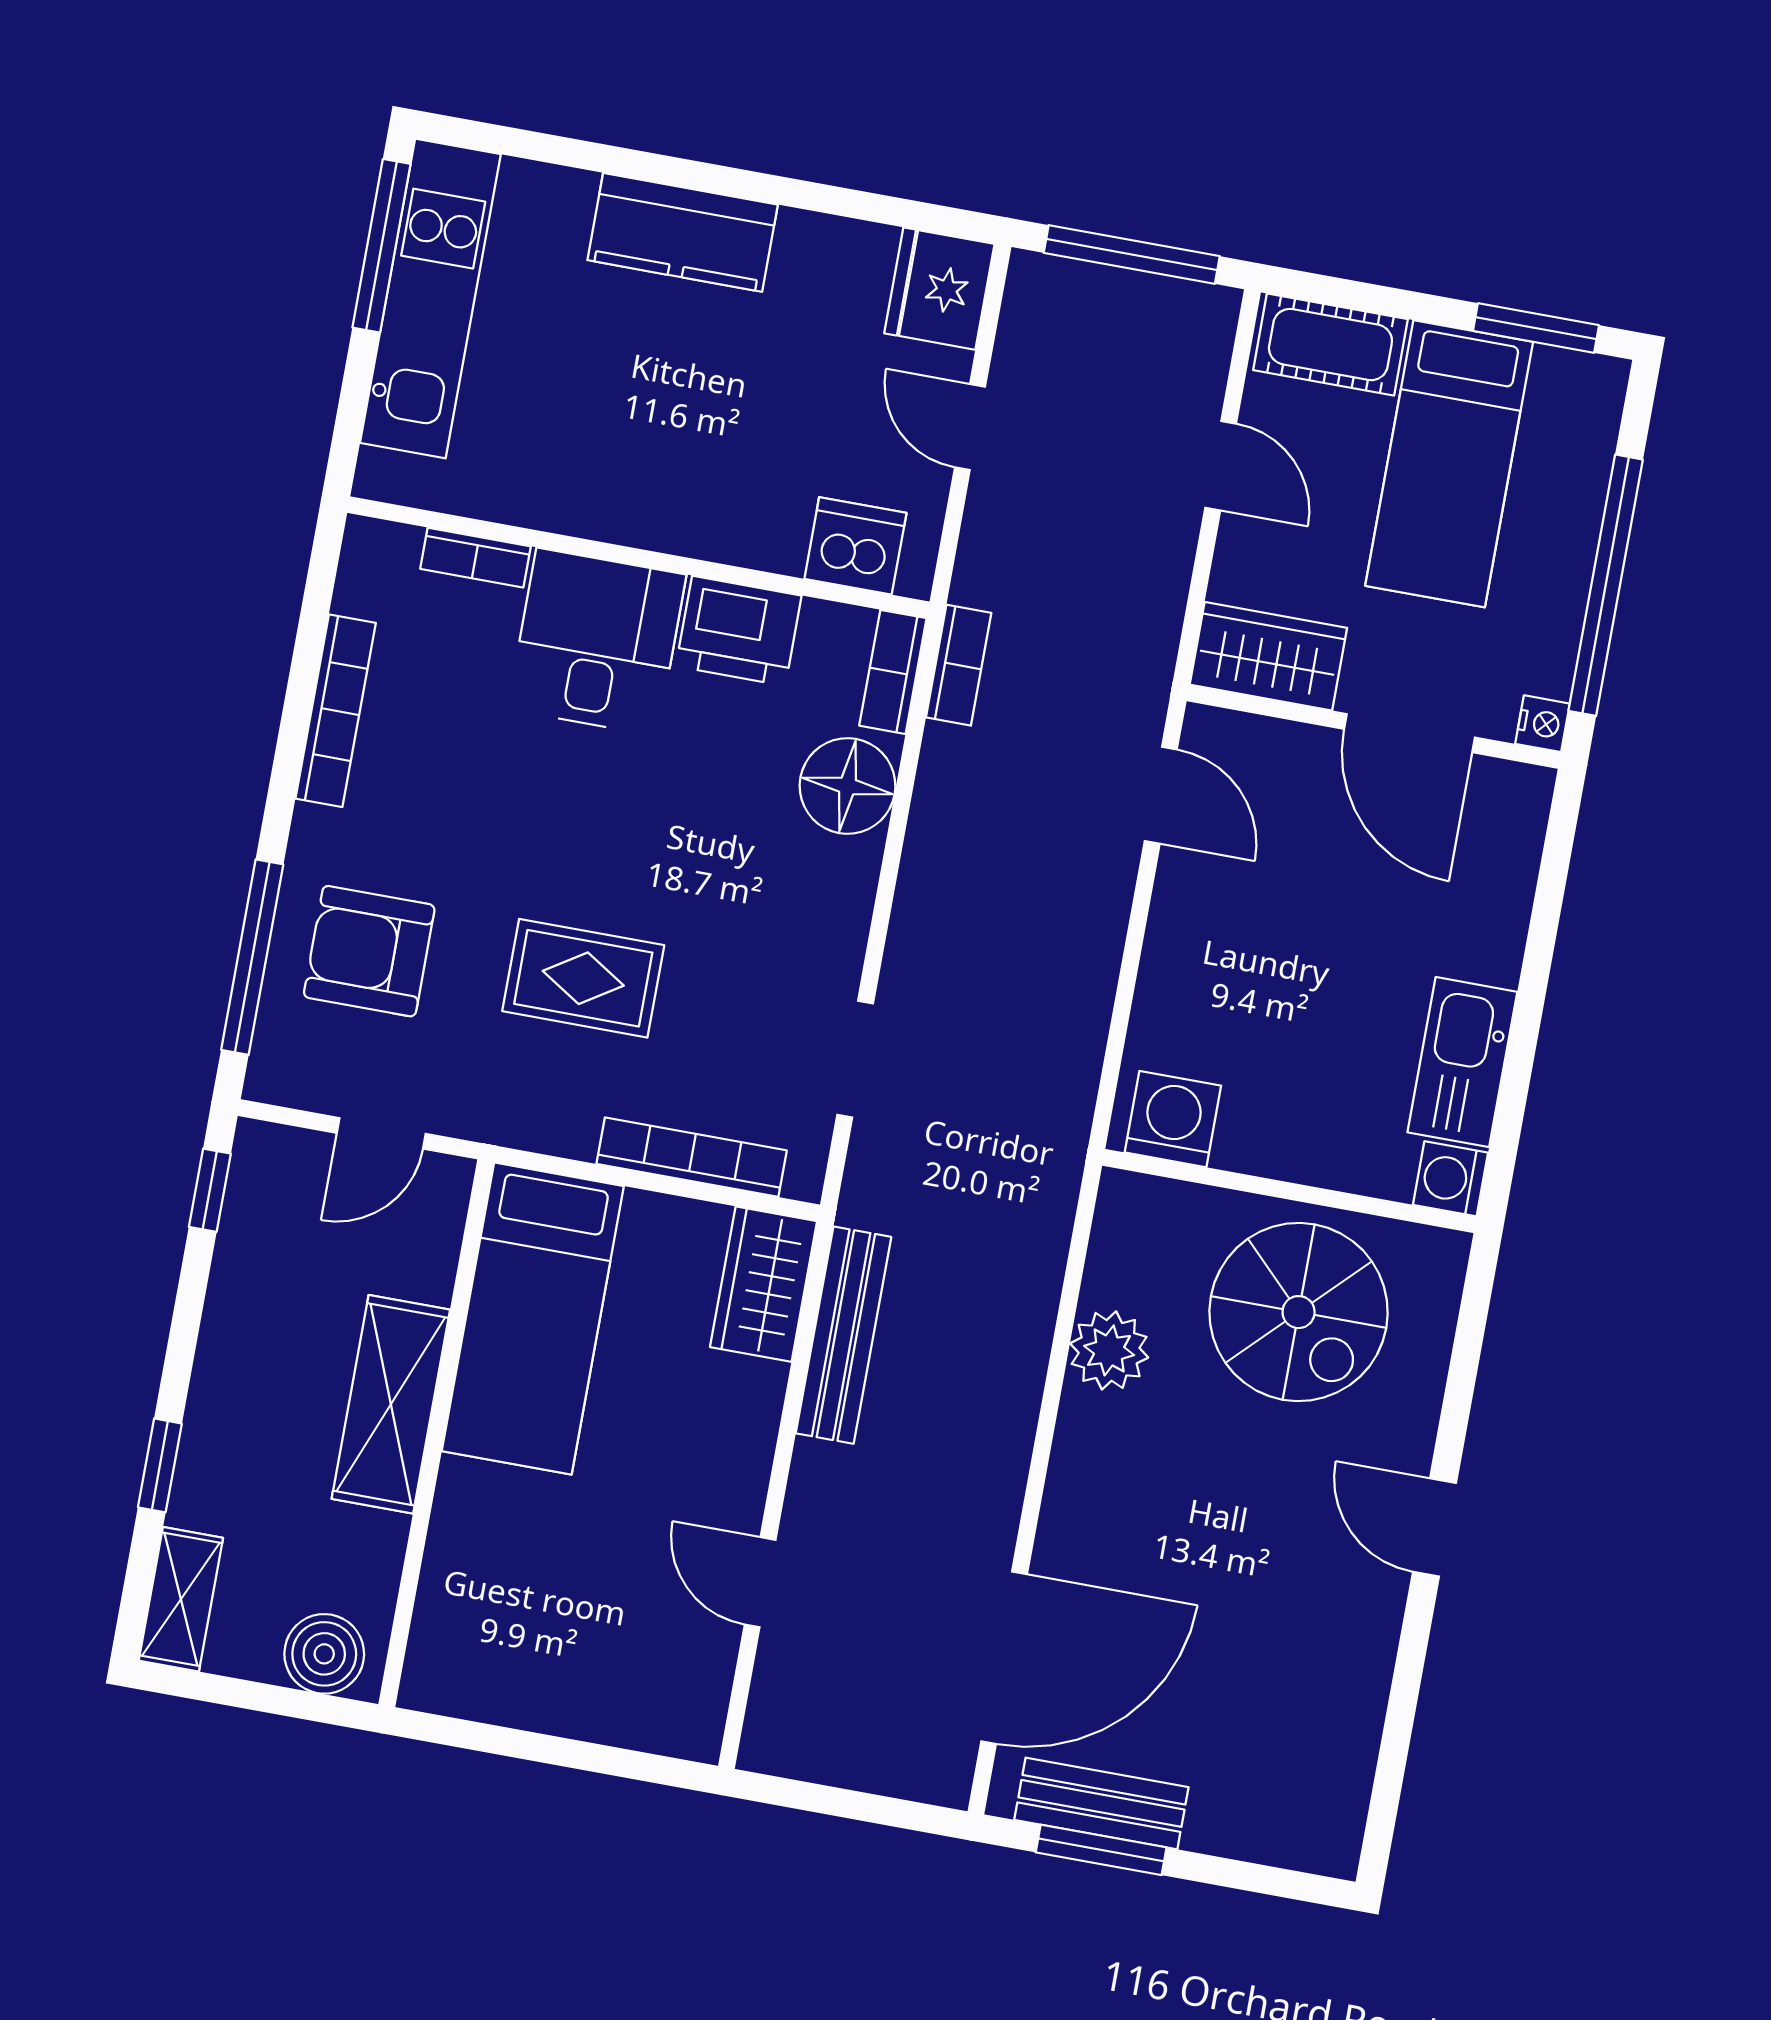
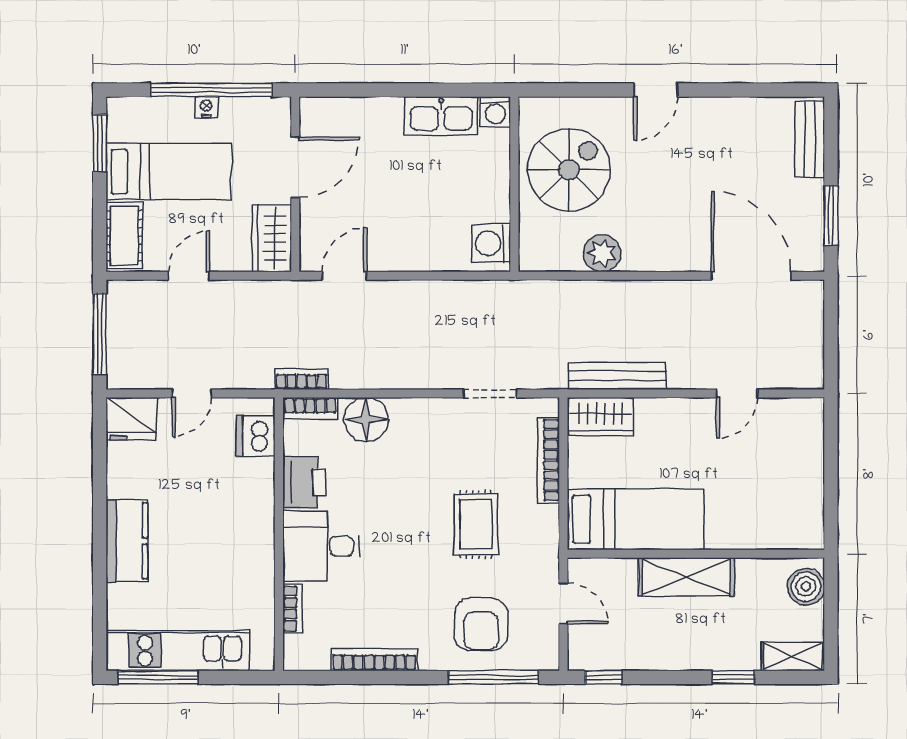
nightstand: (1542, 724) -> (206, 107), moved
bench: (1101, 1803) -> (810, 139), moved

